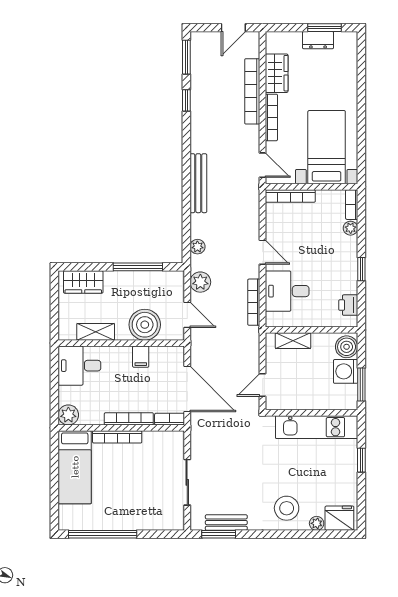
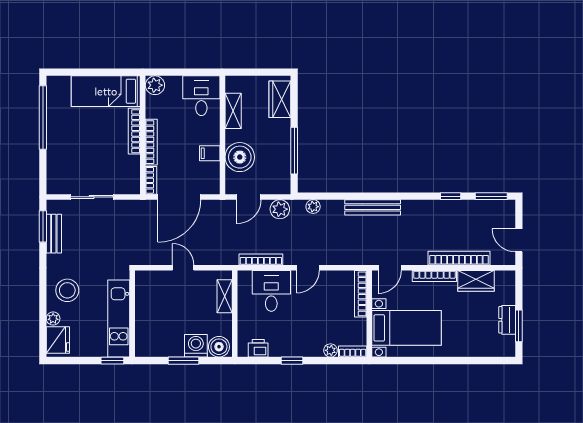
wall: (312, 413) -> (132, 314), moved
kitchen unit: (317, 427) -> (119, 319), moved

